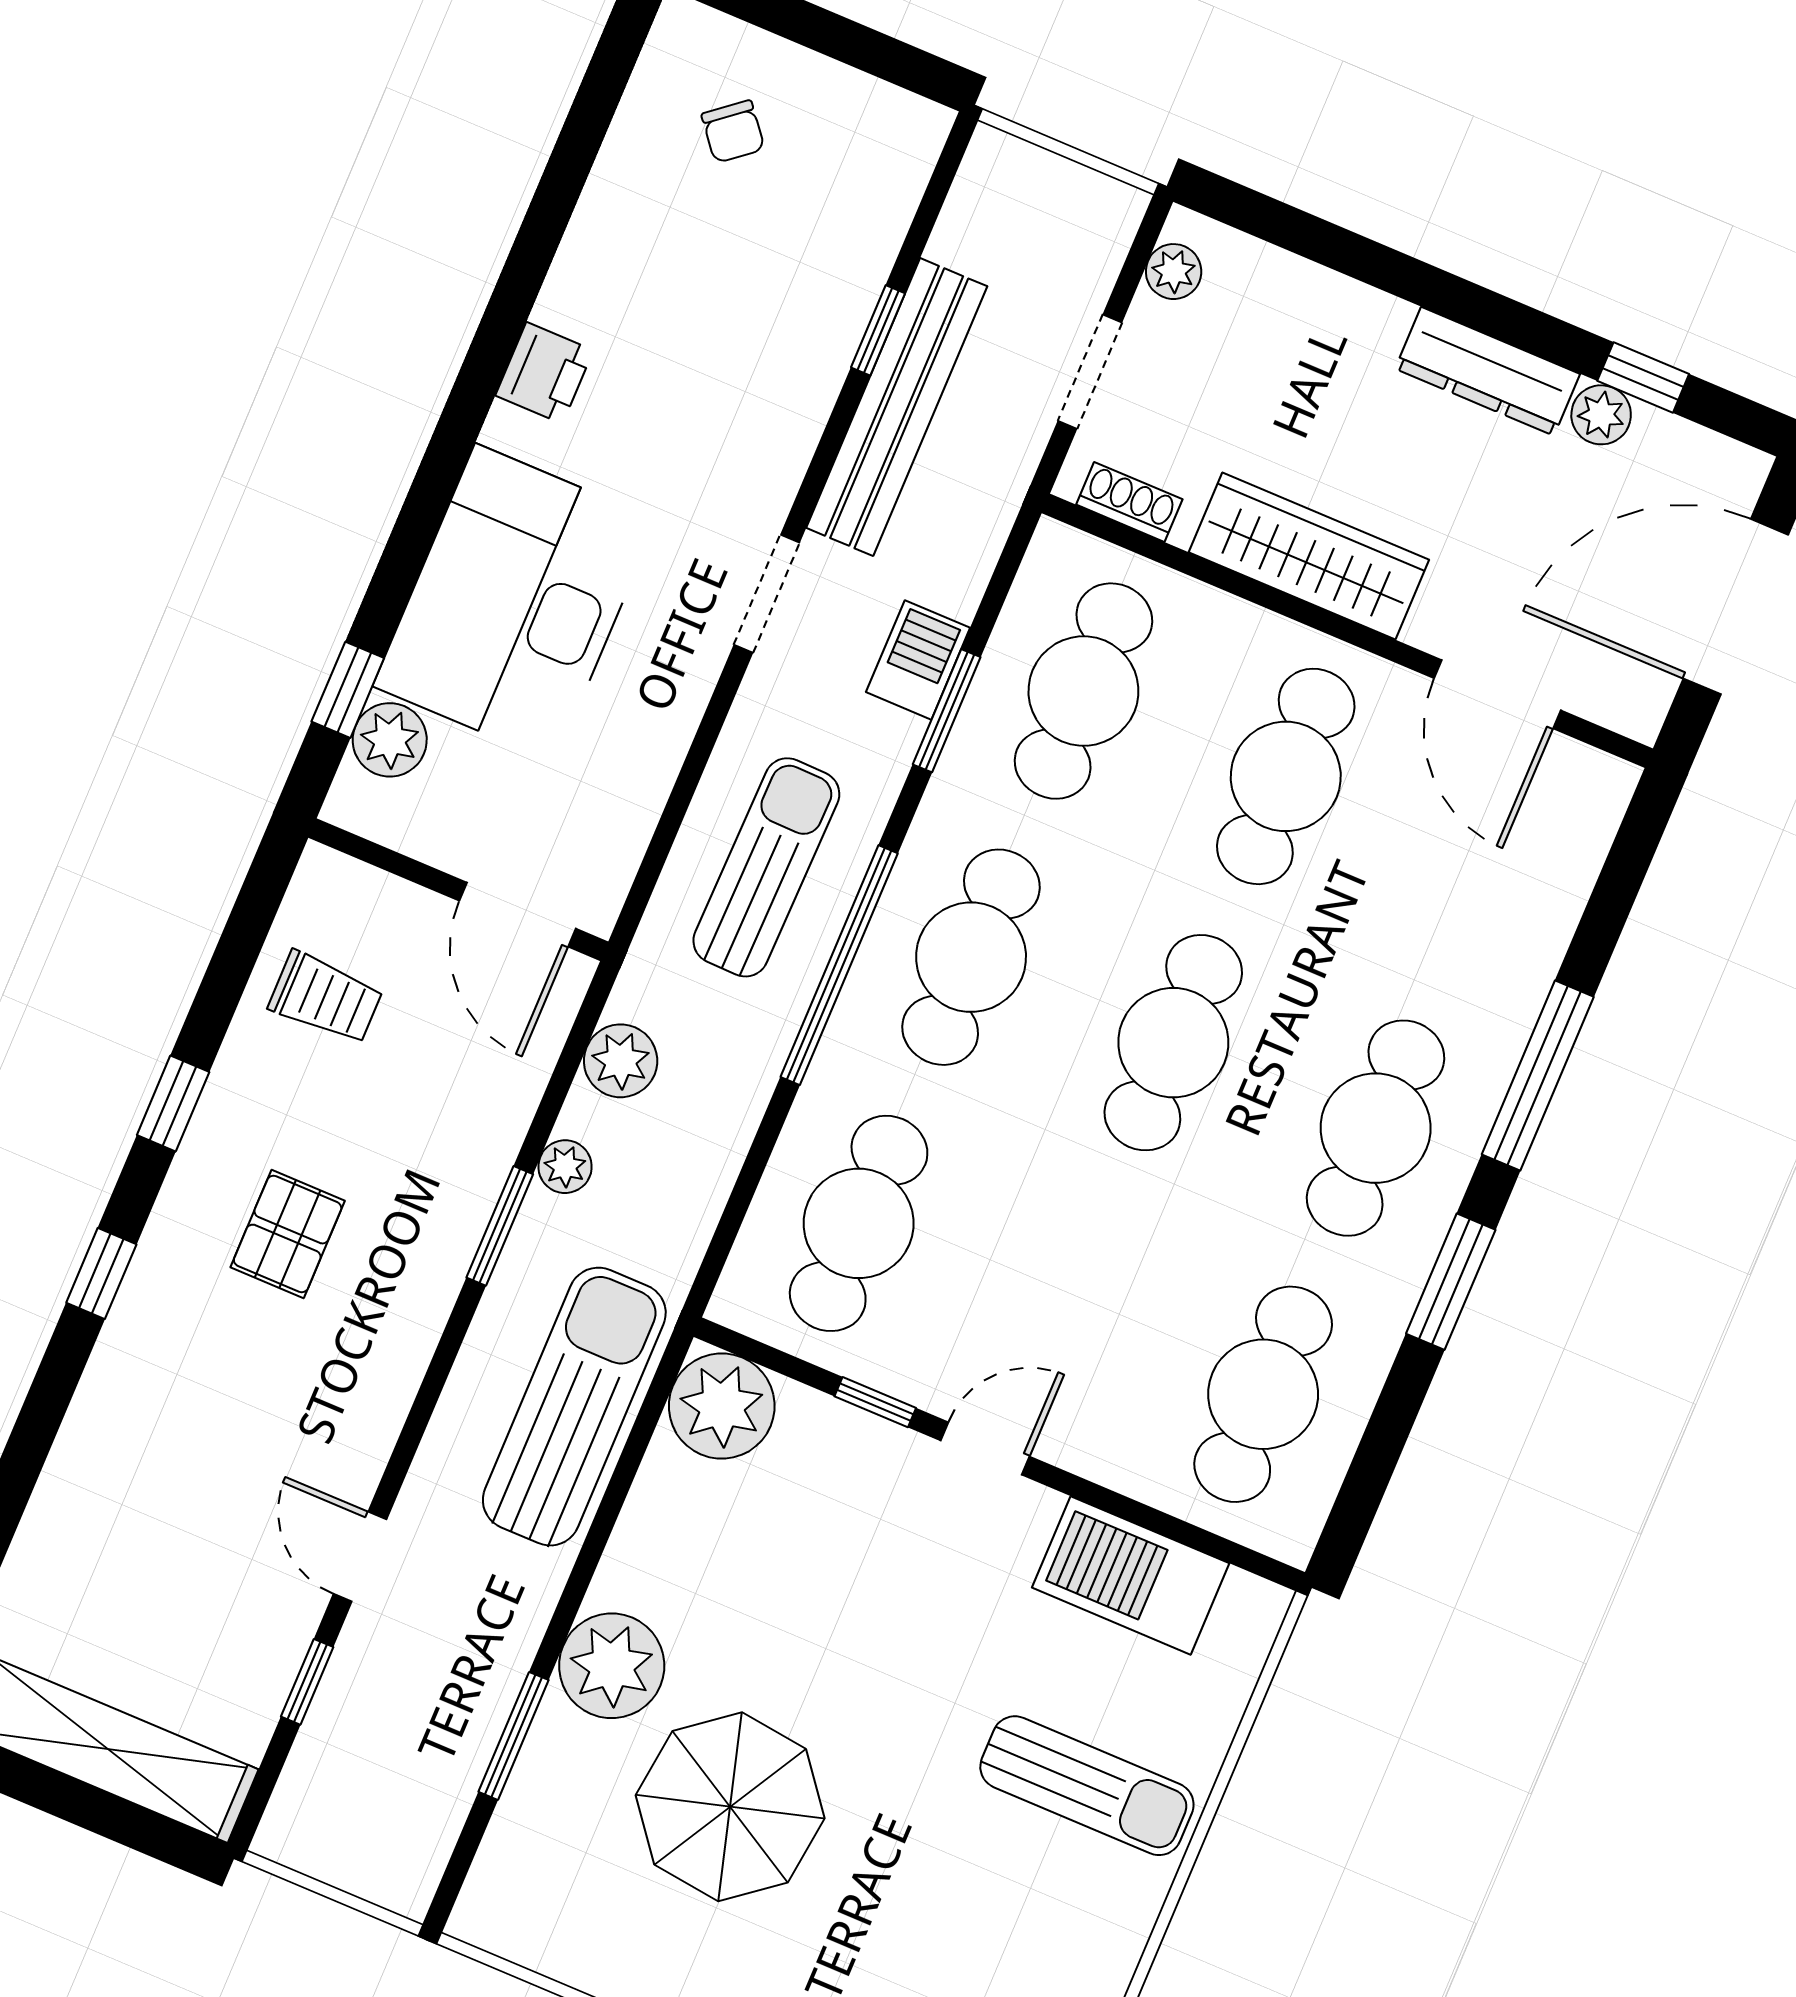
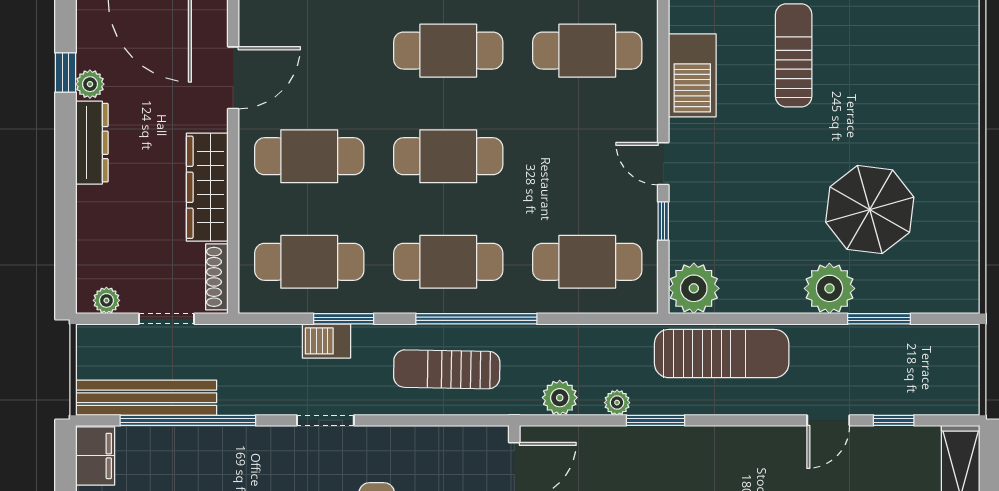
filing cabinet: (885, 124) -> (95, 456), added
window: (878, 330) -> (188, 420), width x3.17
bench: (897, 407) -> (146, 398), moved
shoe rack: (1129, 502) -> (217, 277), width x1.43
sun lounger: (574, 1407) -> (722, 354), turned 180

